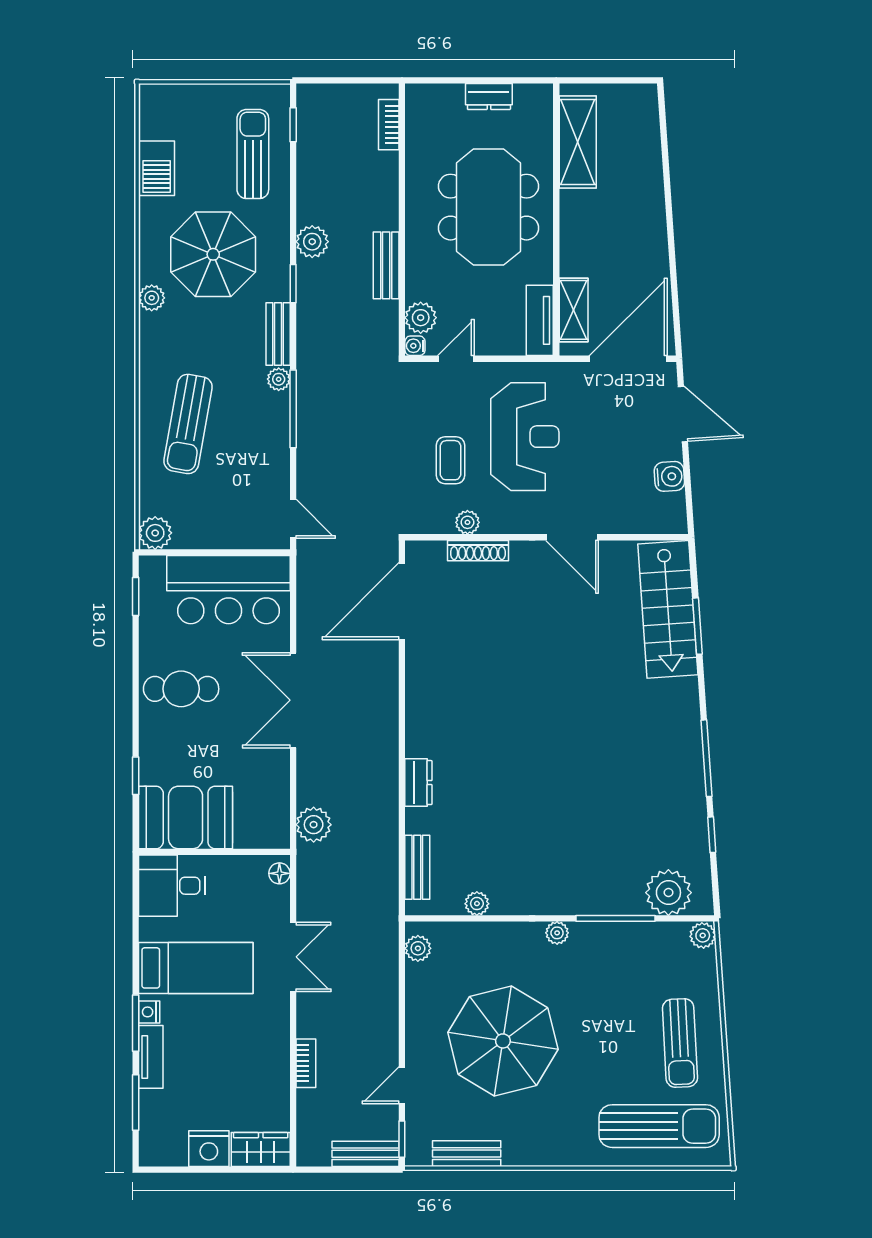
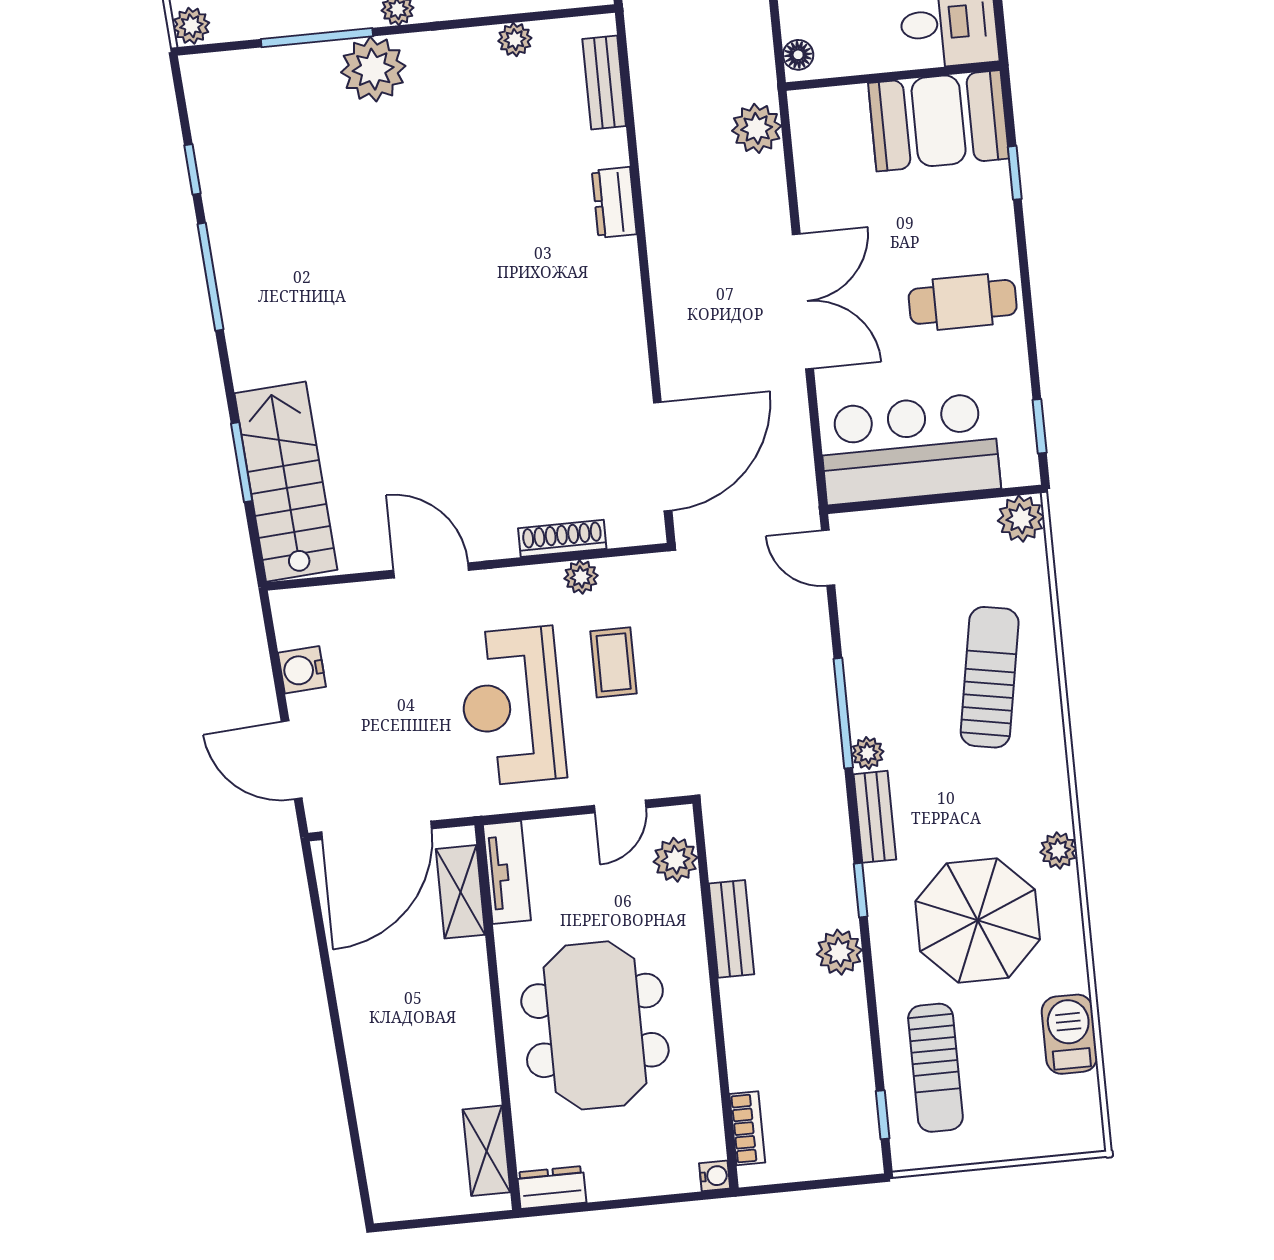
dresser: (489, 97) -> (552, 1187), moved
shelving: (578, 142) -> (487, 1151), width x0.67, depth x0.75
water cooler: (415, 346) -> (715, 1176), moved
plant: (668, 893) -> (373, 69), moved

